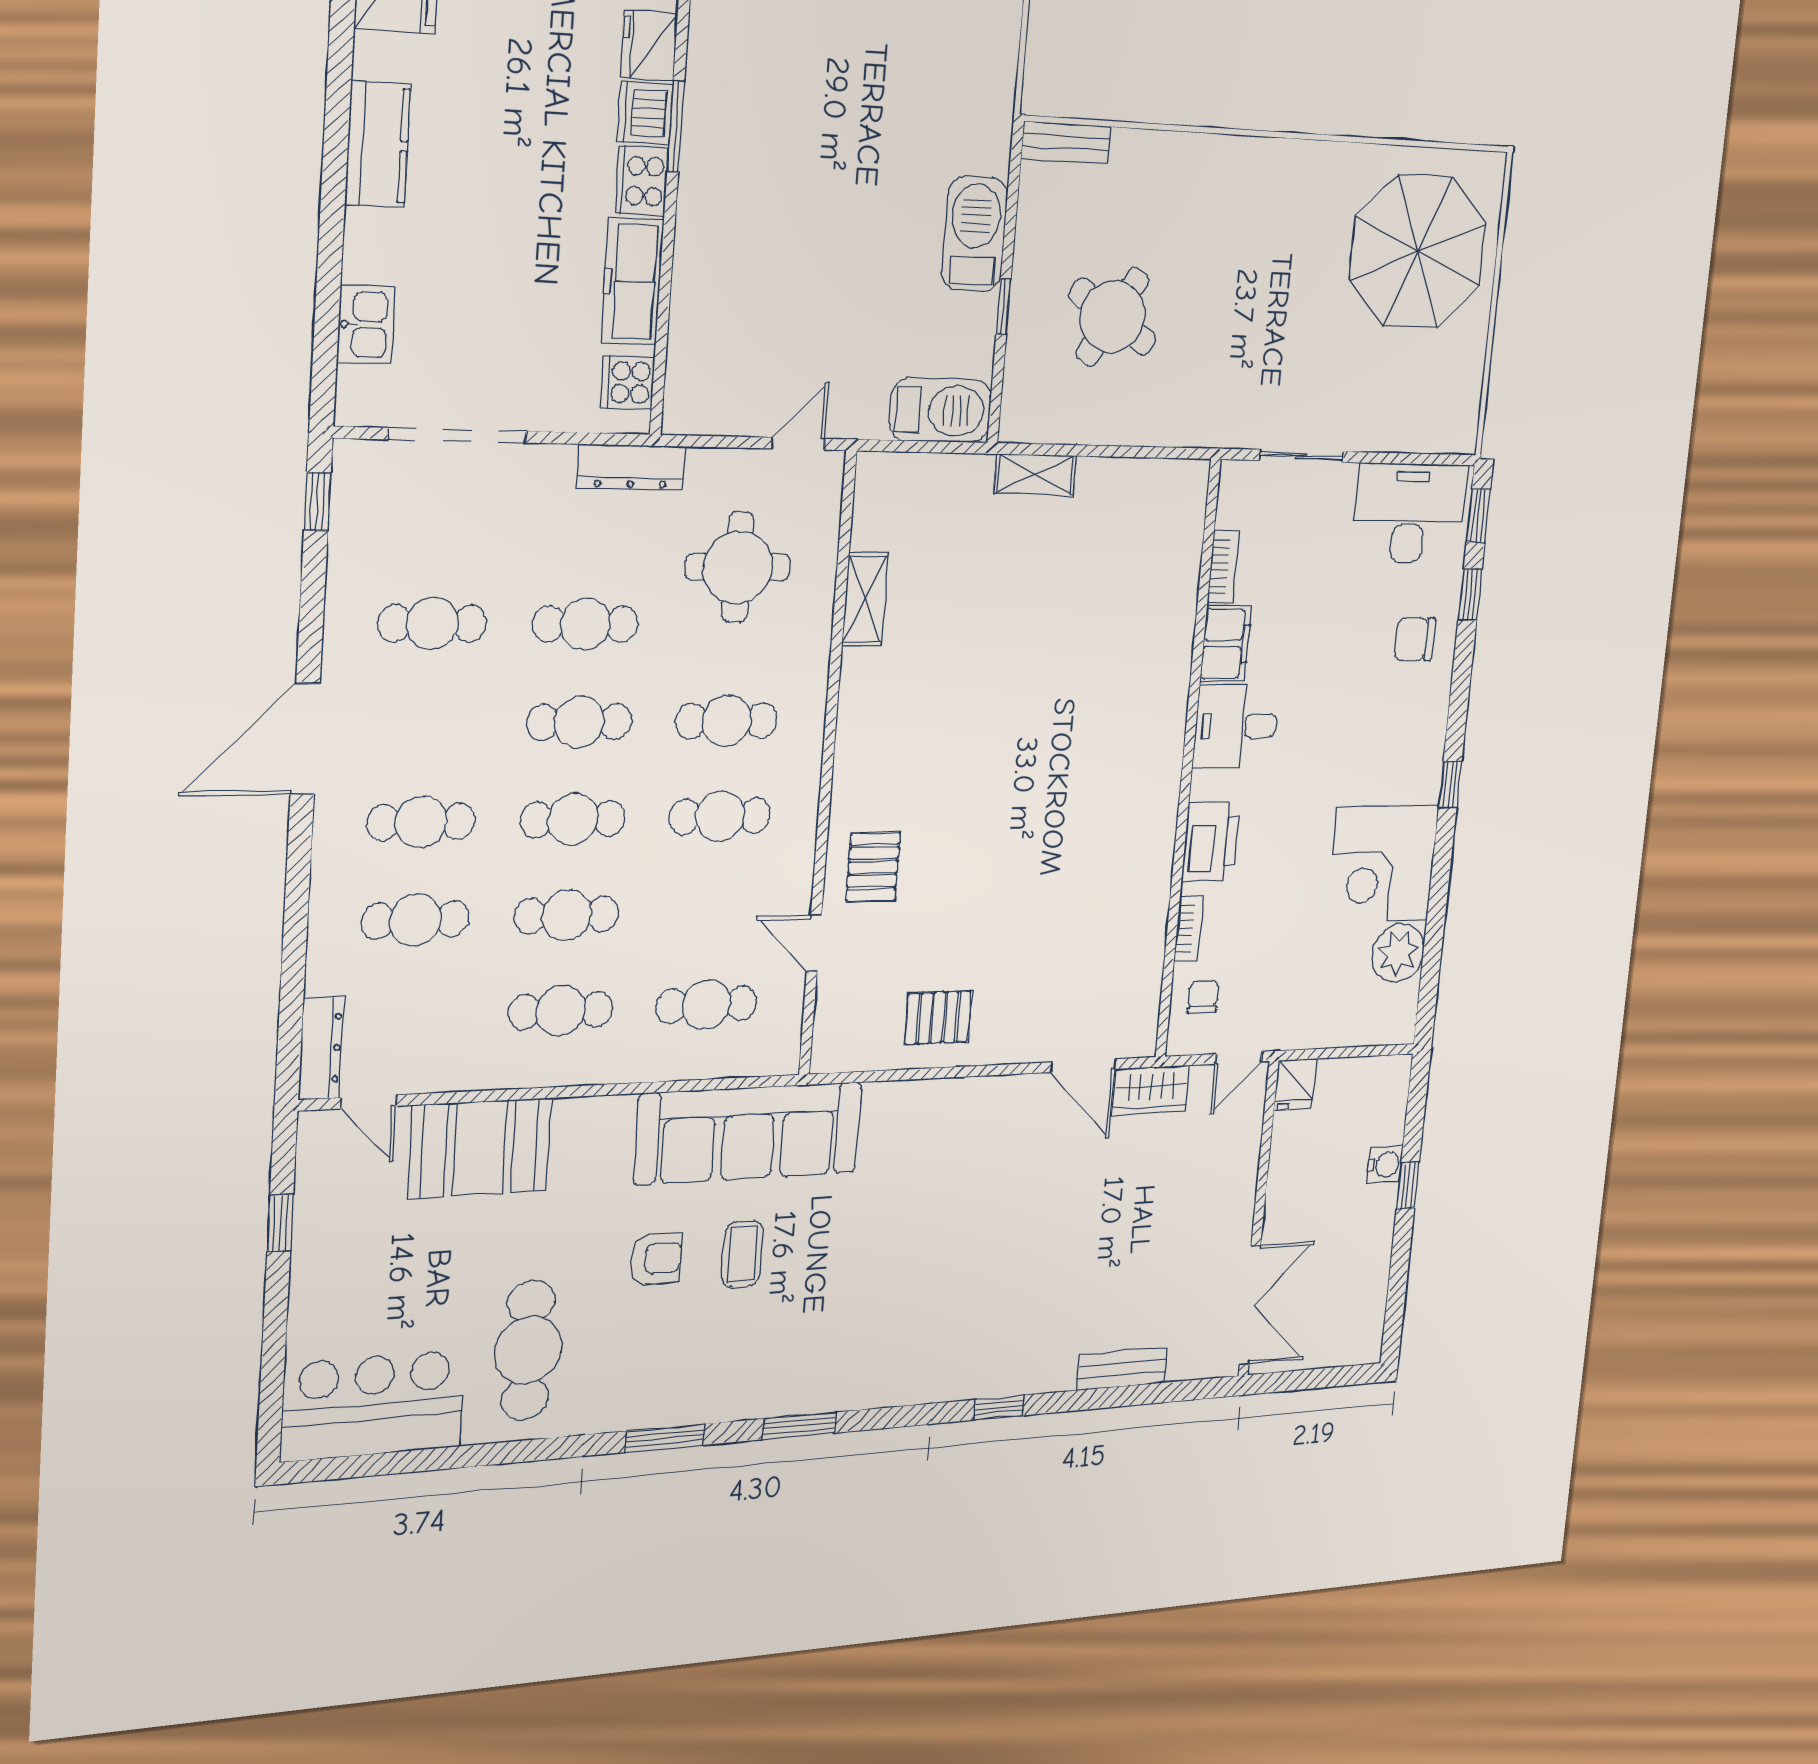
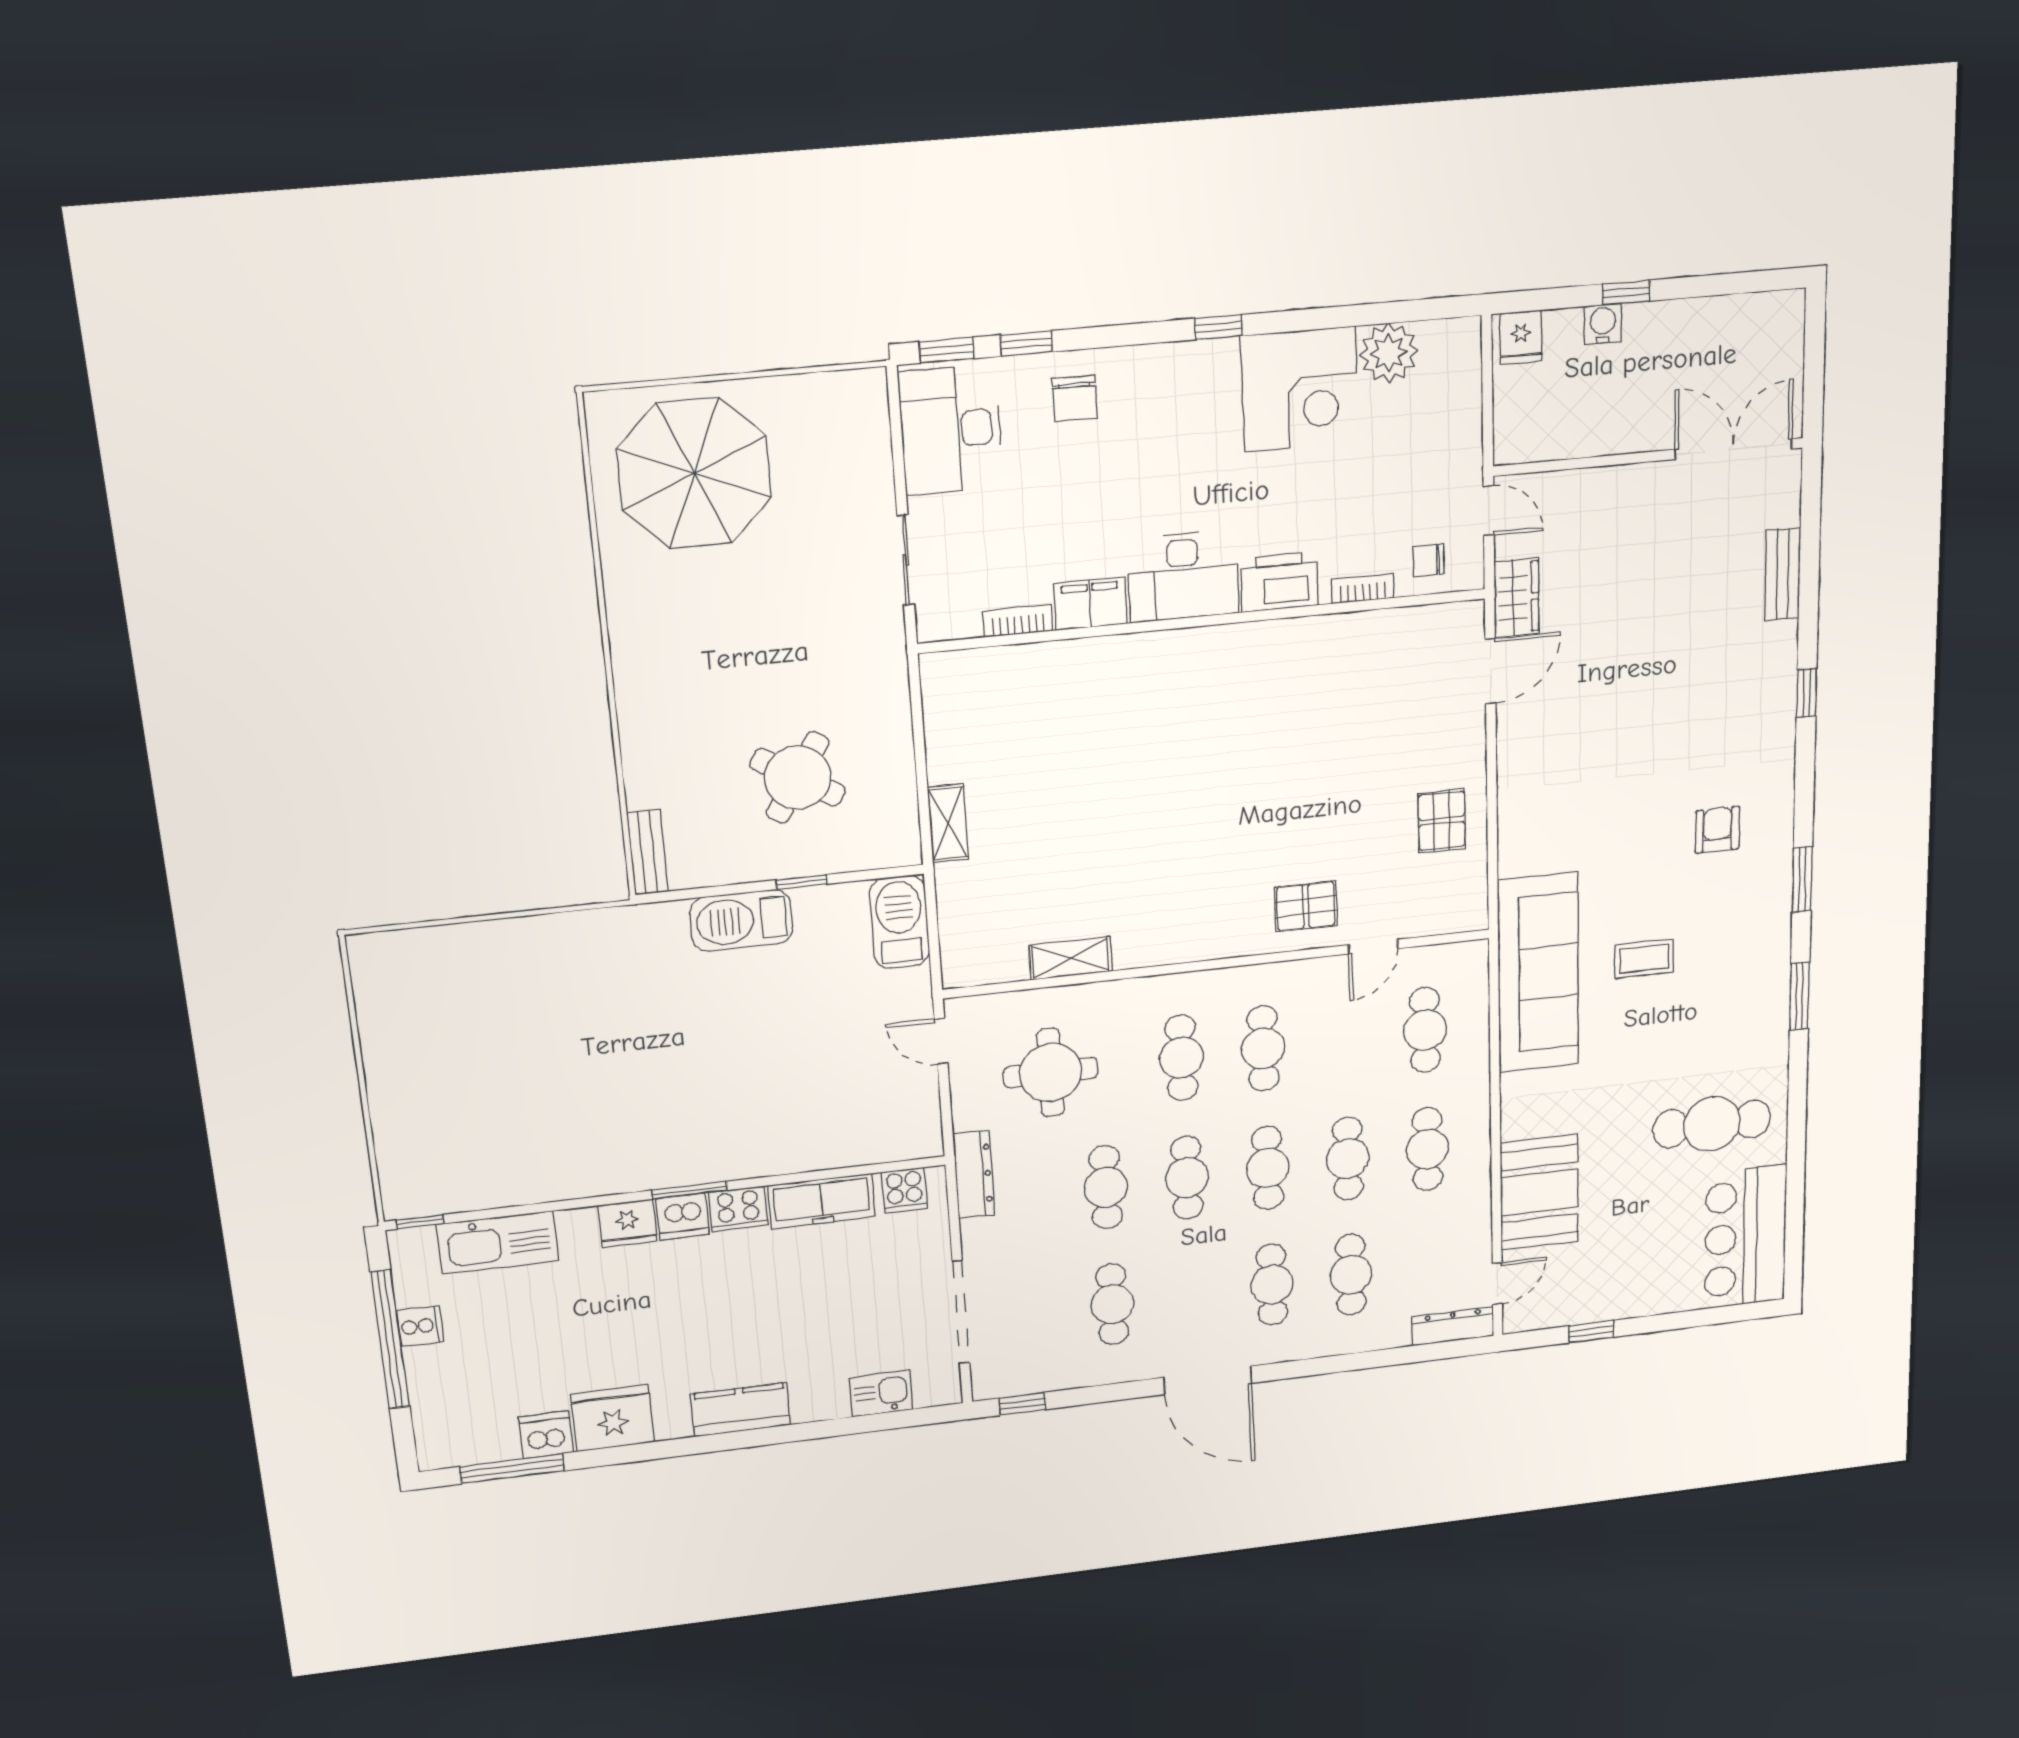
desk: (1236, 726) -> (1183, 576), width x1.37
fridge: (1295, 1084) -> (1521, 337), moved, turned 90
armchair: (656, 1259) -> (1717, 830), moved

